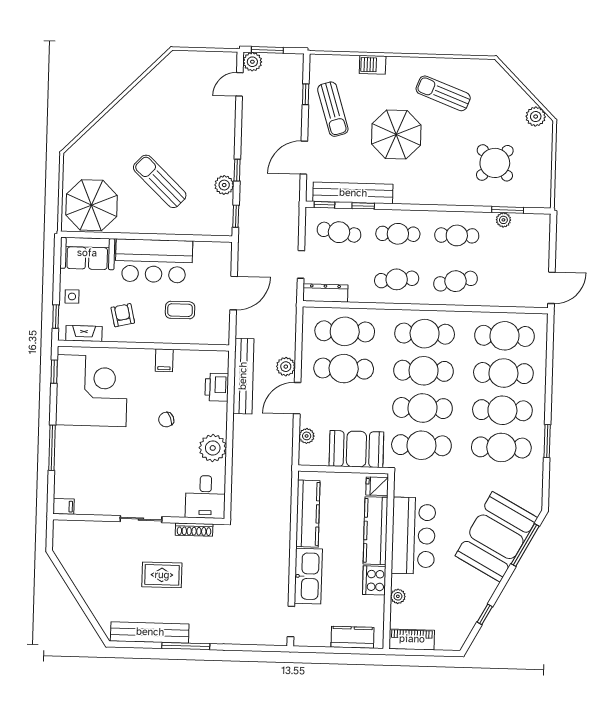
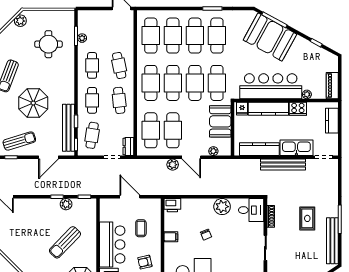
door: (304, 158) -> (49, 157), hinge flipped
round table: (495, 163) -> (48, 44), turned 45
dresser: (325, 293) -> (128, 146), width x0.70
bench: (243, 376) -> (283, 165), moved
printer: (217, 387) -> (172, 205), moved
bar counter: (413, 536) -> (271, 86), width x1.36
rug: (162, 575) -> (307, 218), moved

